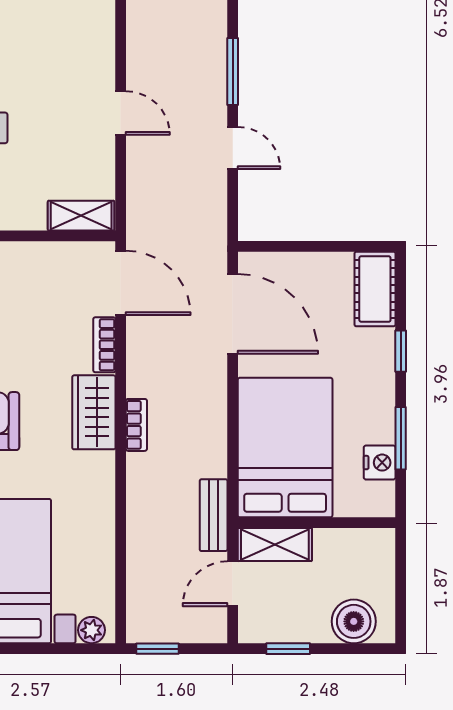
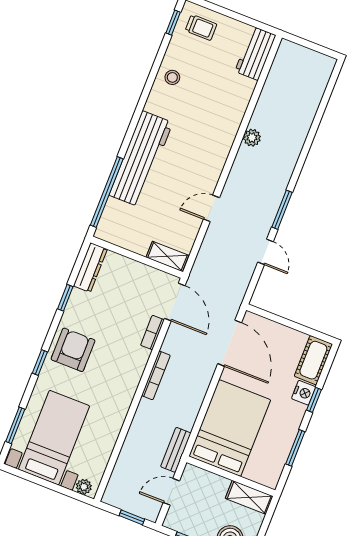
door: (121, 113) -> (211, 208), swing flipped
wardrobe: (94, 412) -> (132, 367), removed
bookcase: (136, 425) -> (156, 375), width x1.56
nightstand: (380, 463) -> (304, 393), moved
shelving: (275, 545) -> (249, 497), moved
window: (157, 649) -> (132, 517), moved

